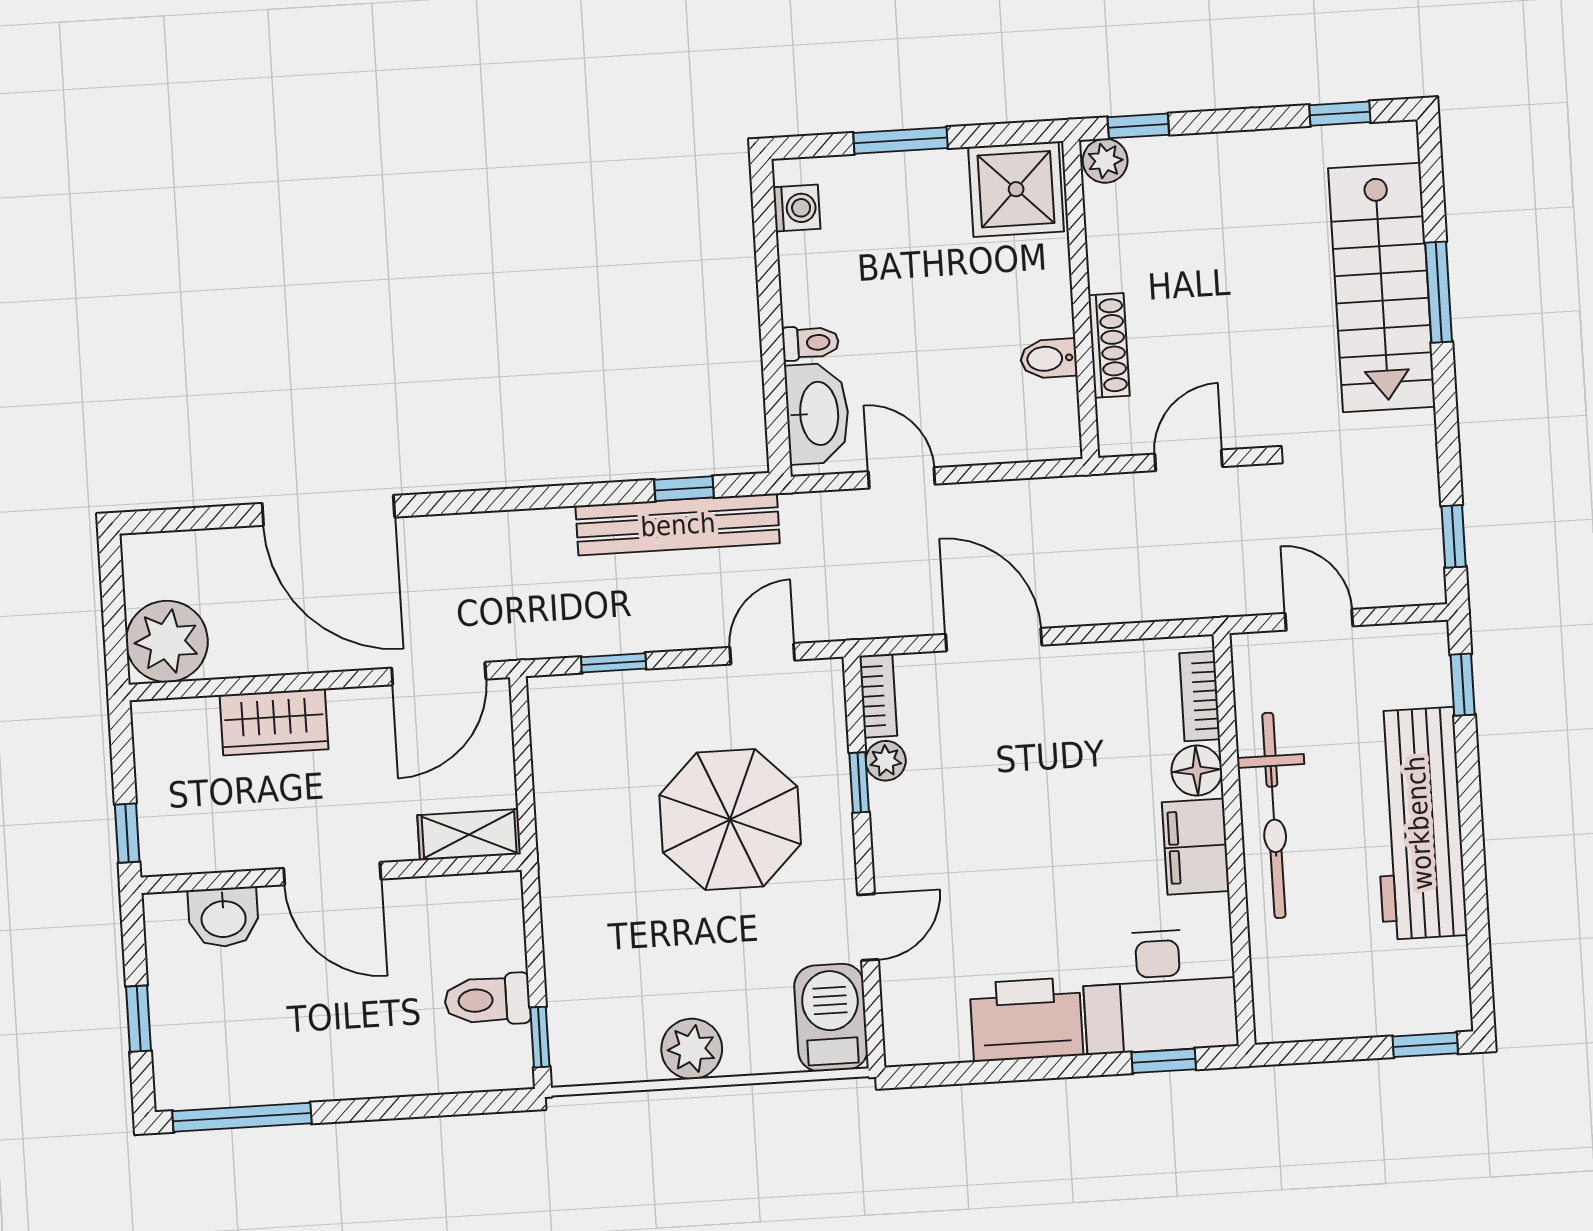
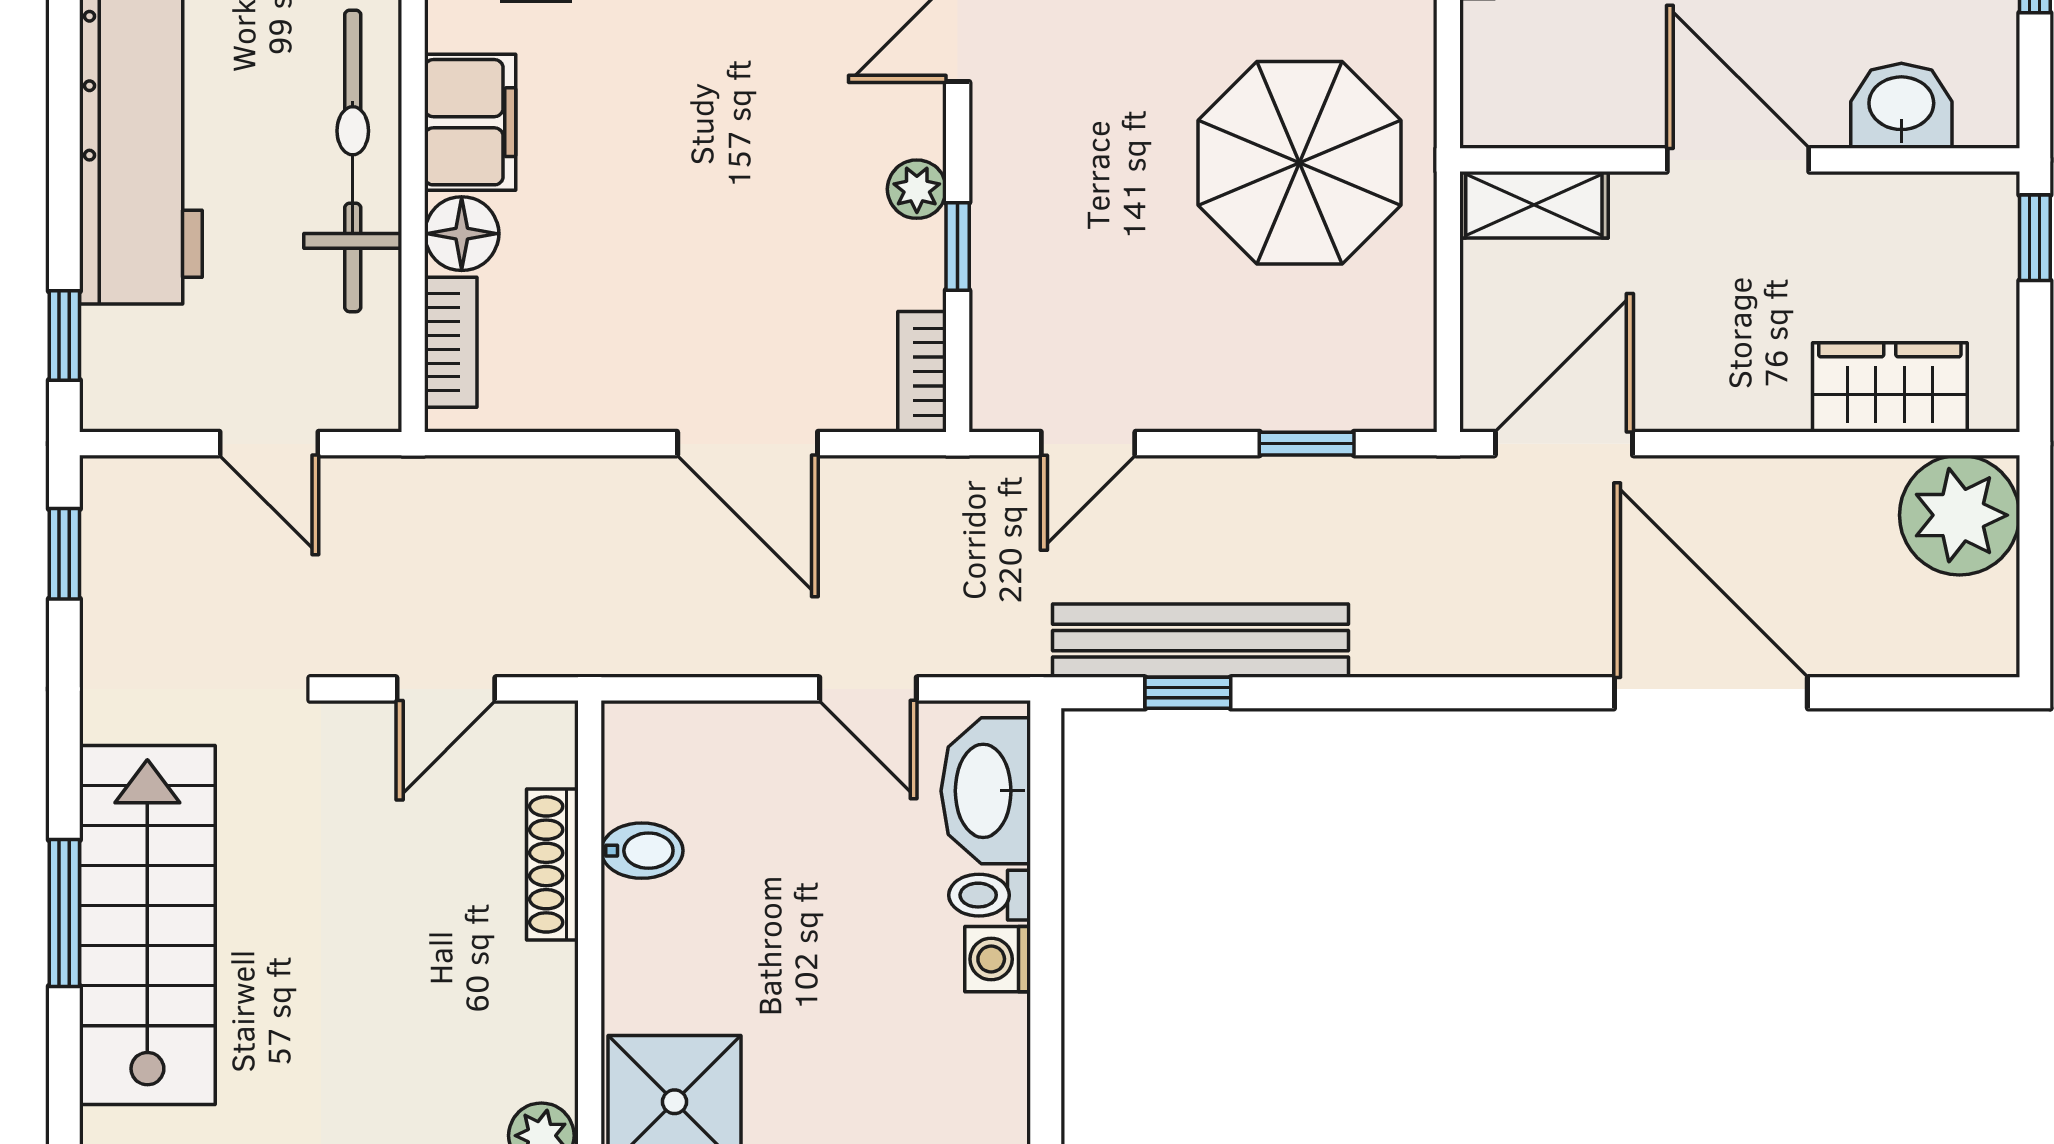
washing machine: (797, 208) -> (998, 959), moved
wardrobe: (274, 722) -> (1890, 387), moved
plant: (886, 761) -> (917, 189), moved
parasol: (730, 819) -> (1300, 163), moved

